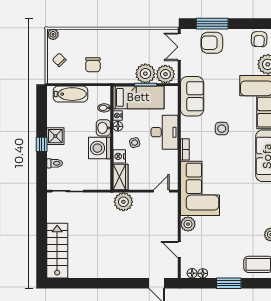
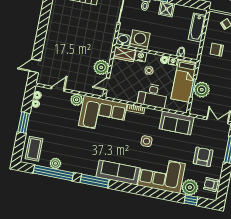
armchair: (212, 43) -> (203, 157), moved
plant: (165, 74) -> (198, 105), removed
washbasin: (103, 128) -> (123, 40), moved
washing machine: (100, 148) -> (140, 40), moved
door: (161, 191) -> (107, 84), swing flipped
plant: (123, 202) -> (101, 67), moved

